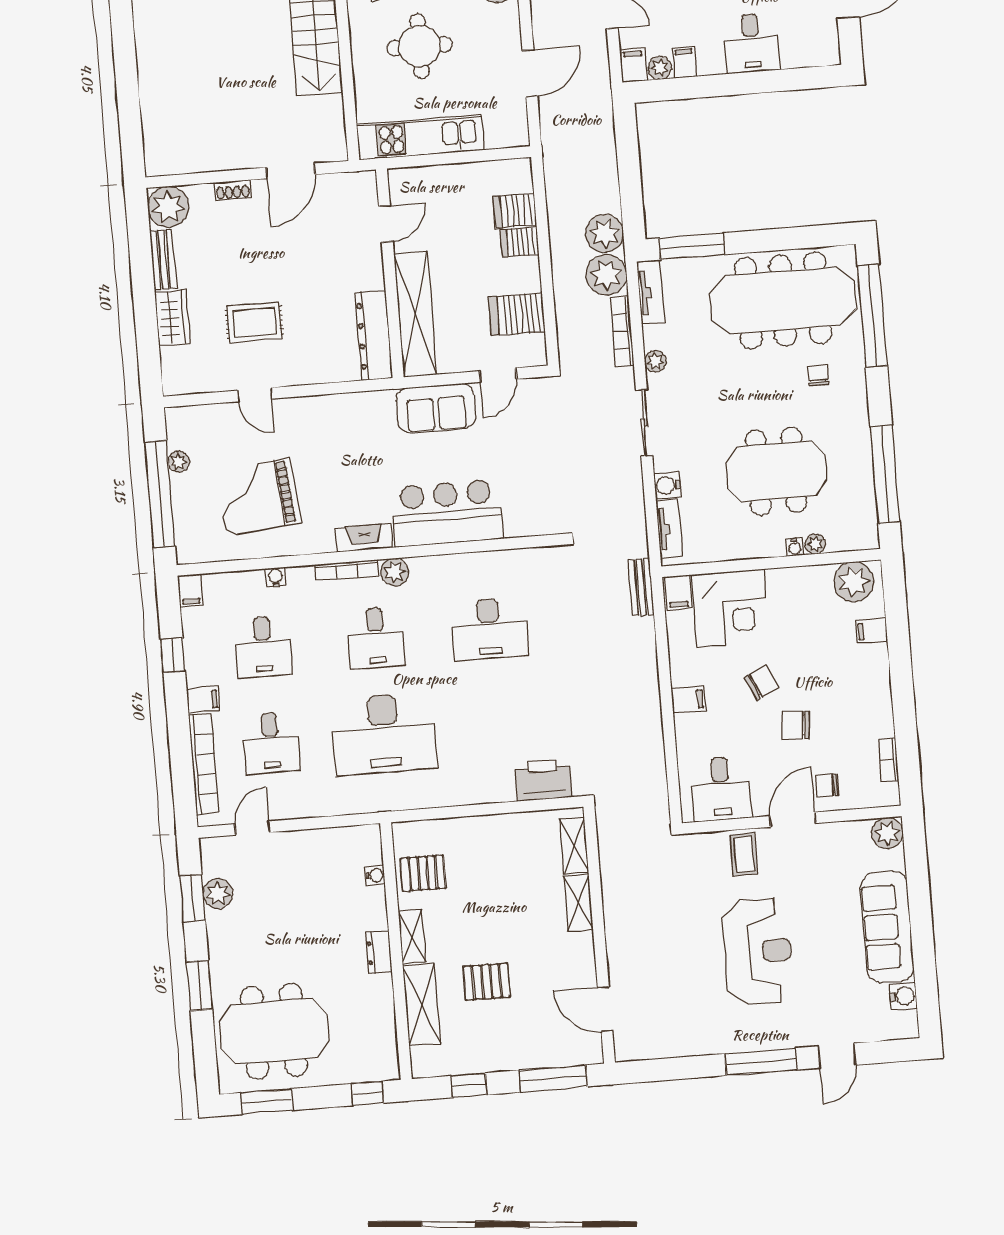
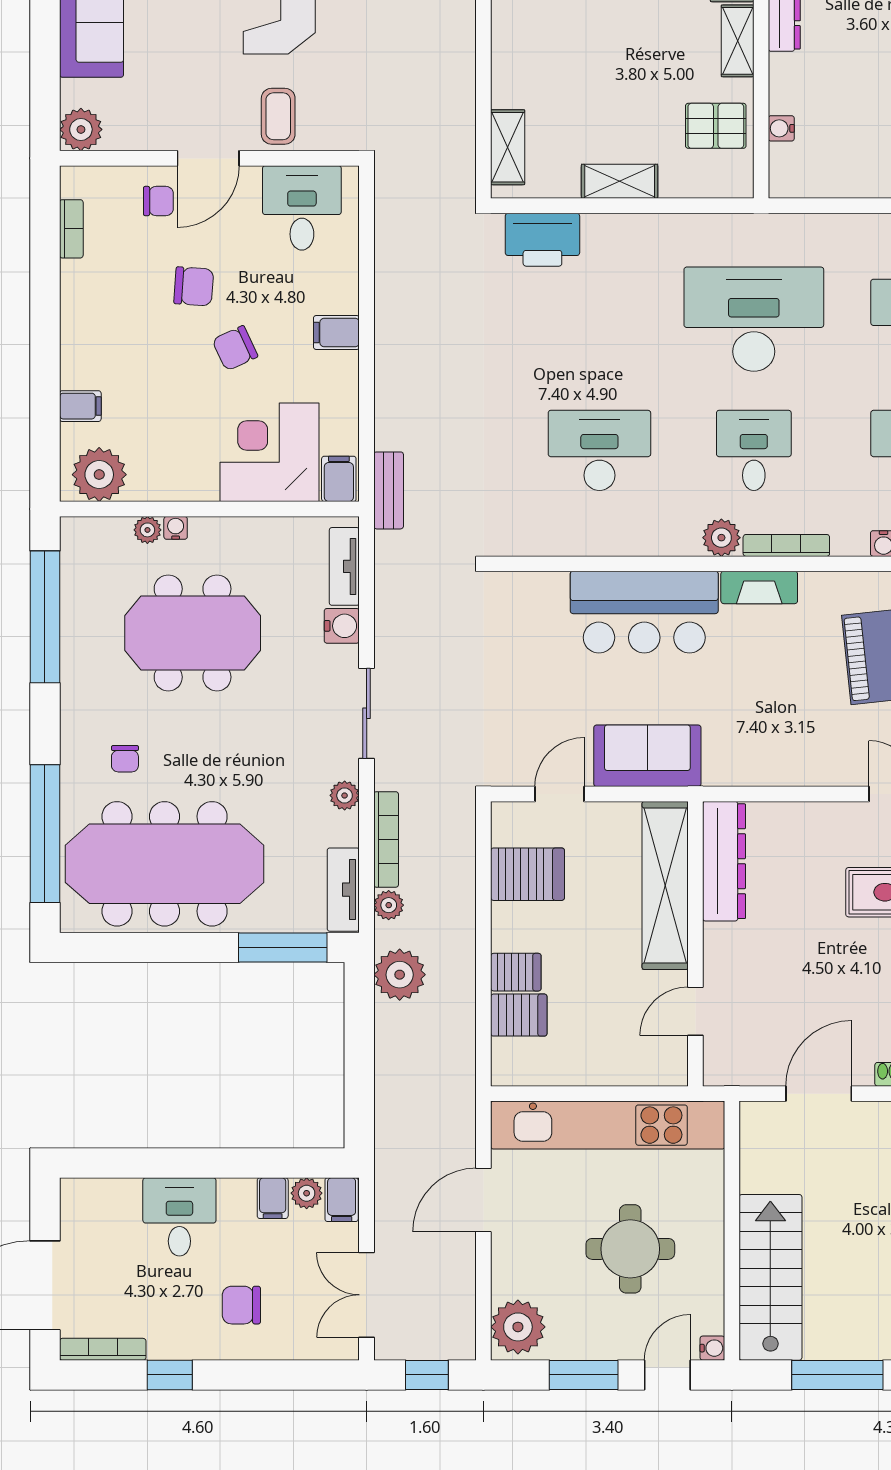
kitchen unit: (420, 137) -> (608, 1125), width x1.36
plant: (606, 275) -> (389, 905), width x0.53, depth x0.53
shelving: (579, 903) -> (620, 181), moved, turned 90

